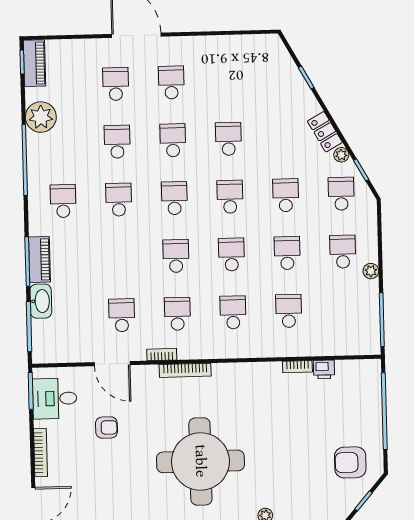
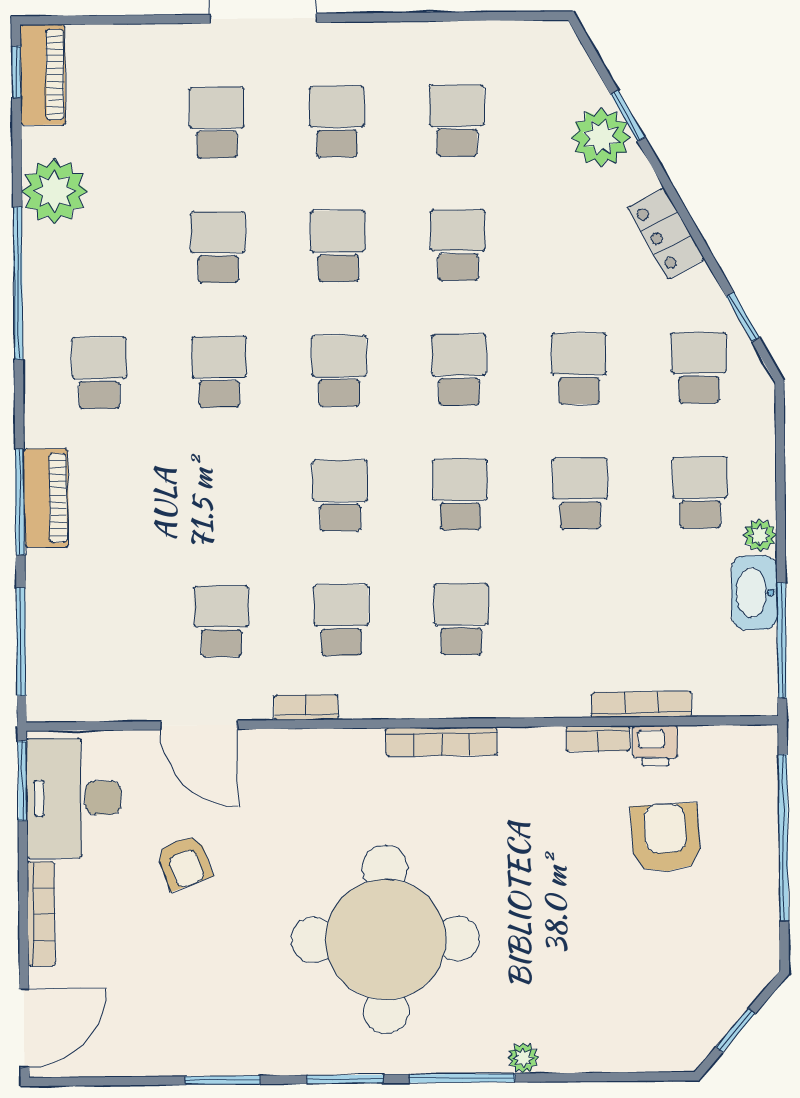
plant: (341, 155) -> (601, 137), moved, width x1.87, depth x1.87
washbasin: (41, 301) -> (754, 593), moved, turned 180
school desk: (289, 311) -> (457, 120), moved
bookcase: (317, 350) -> (641, 704), added
bookcase: (185, 370) -> (441, 742), moved
desk: (55, 398) -> (74, 798), width x1.37
armchair: (106, 428) -> (184, 863), turned 70
armchair: (350, 462) -> (666, 838), moved, turned 87

